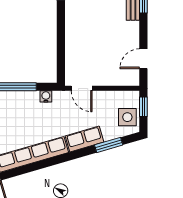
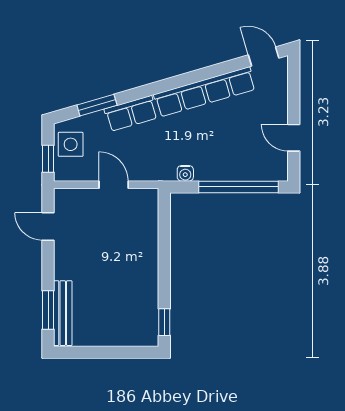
door: (143, 59) -> (48, 226), swing flipped
door: (82, 88) -> (114, 185), moved

